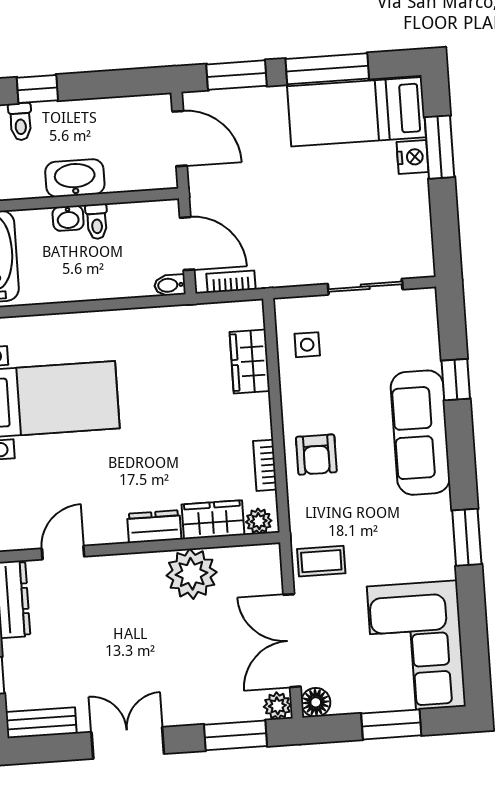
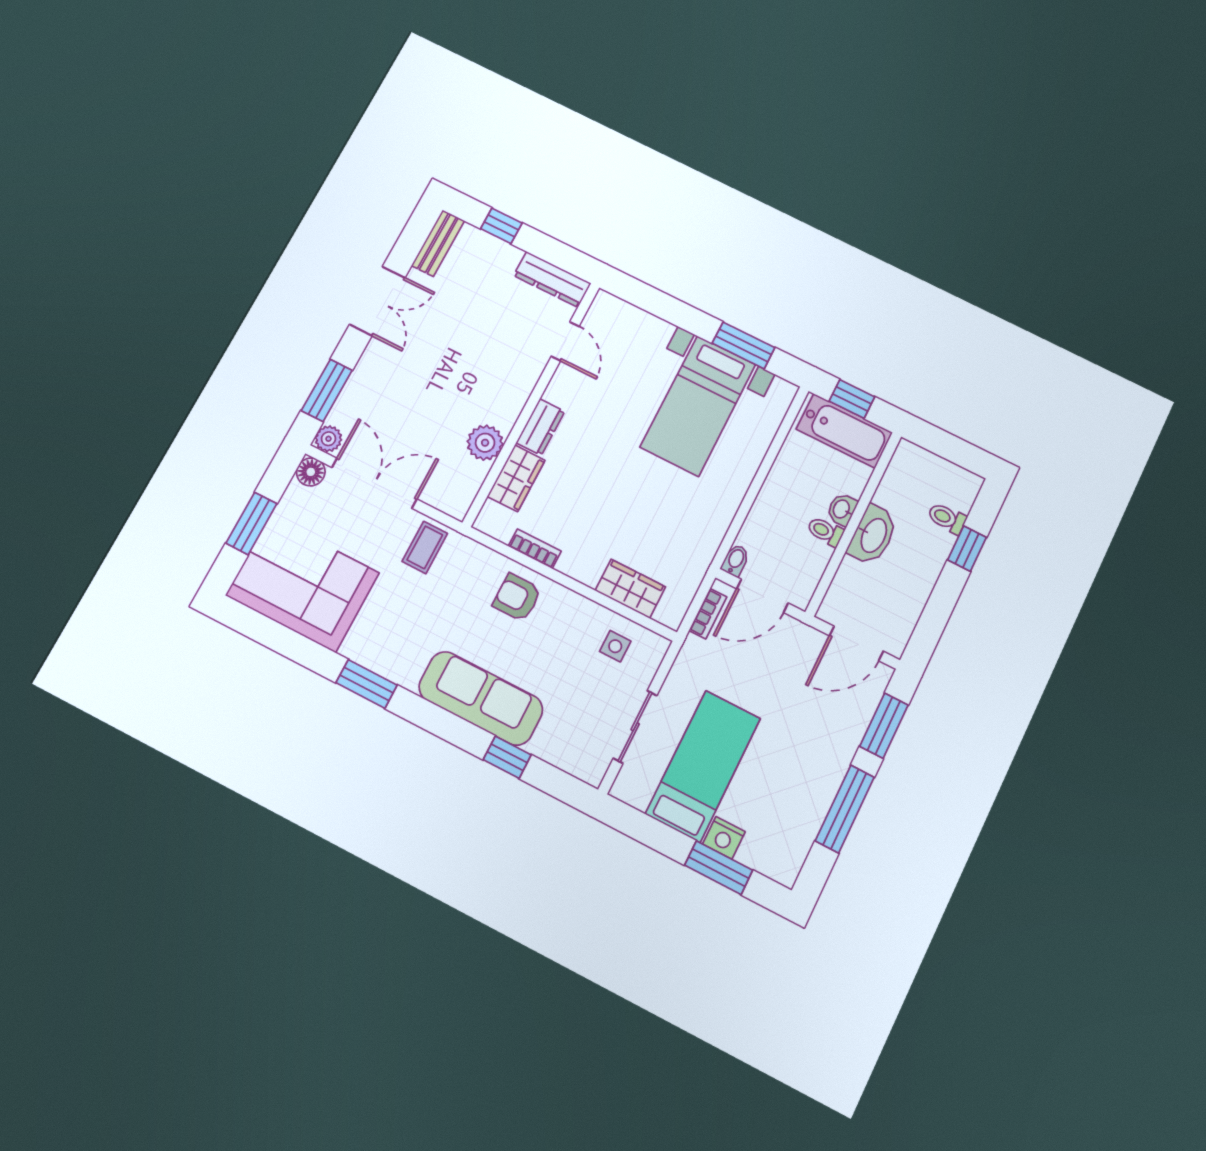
bed: (357, 112) -> (703, 766), moved
plant: (259, 521) -> (491, 515), removed
plant: (192, 574) -> (485, 443), width x0.73, depth x0.73

